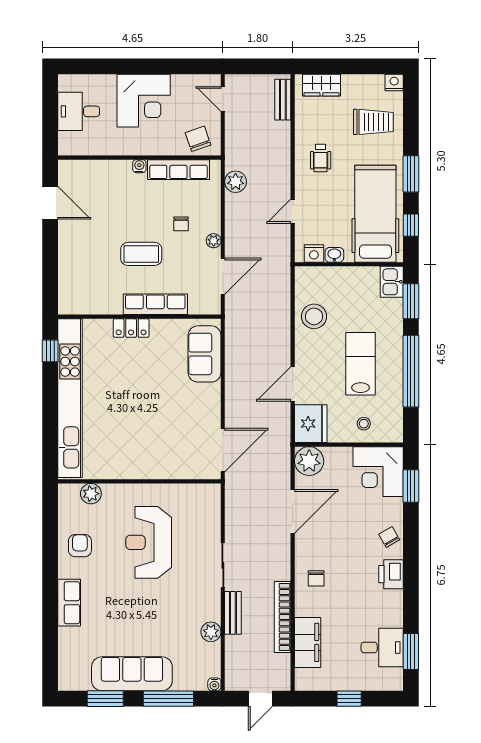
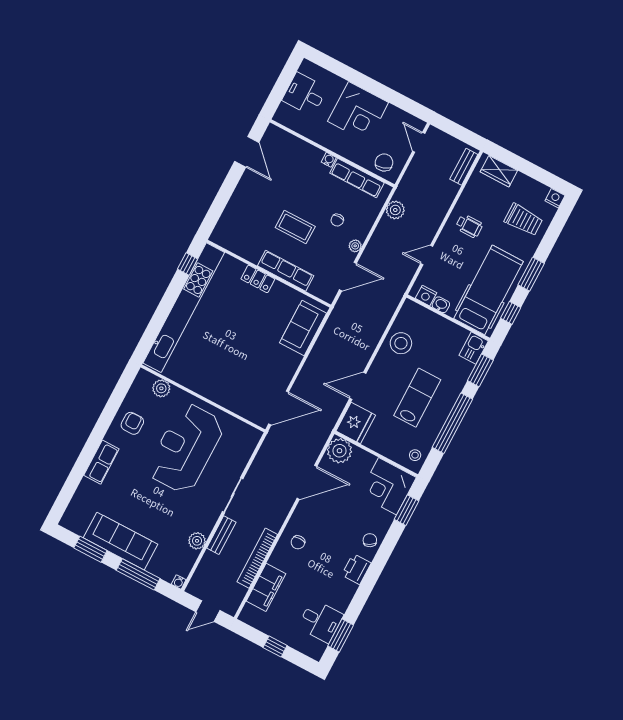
wheelchair: (321, 158) -> (469, 226), turned -90
stool: (364, 424) -> (415, 455), moved
reception desk: (149, 542) -> (186, 448), width x1.36, depth x1.30

